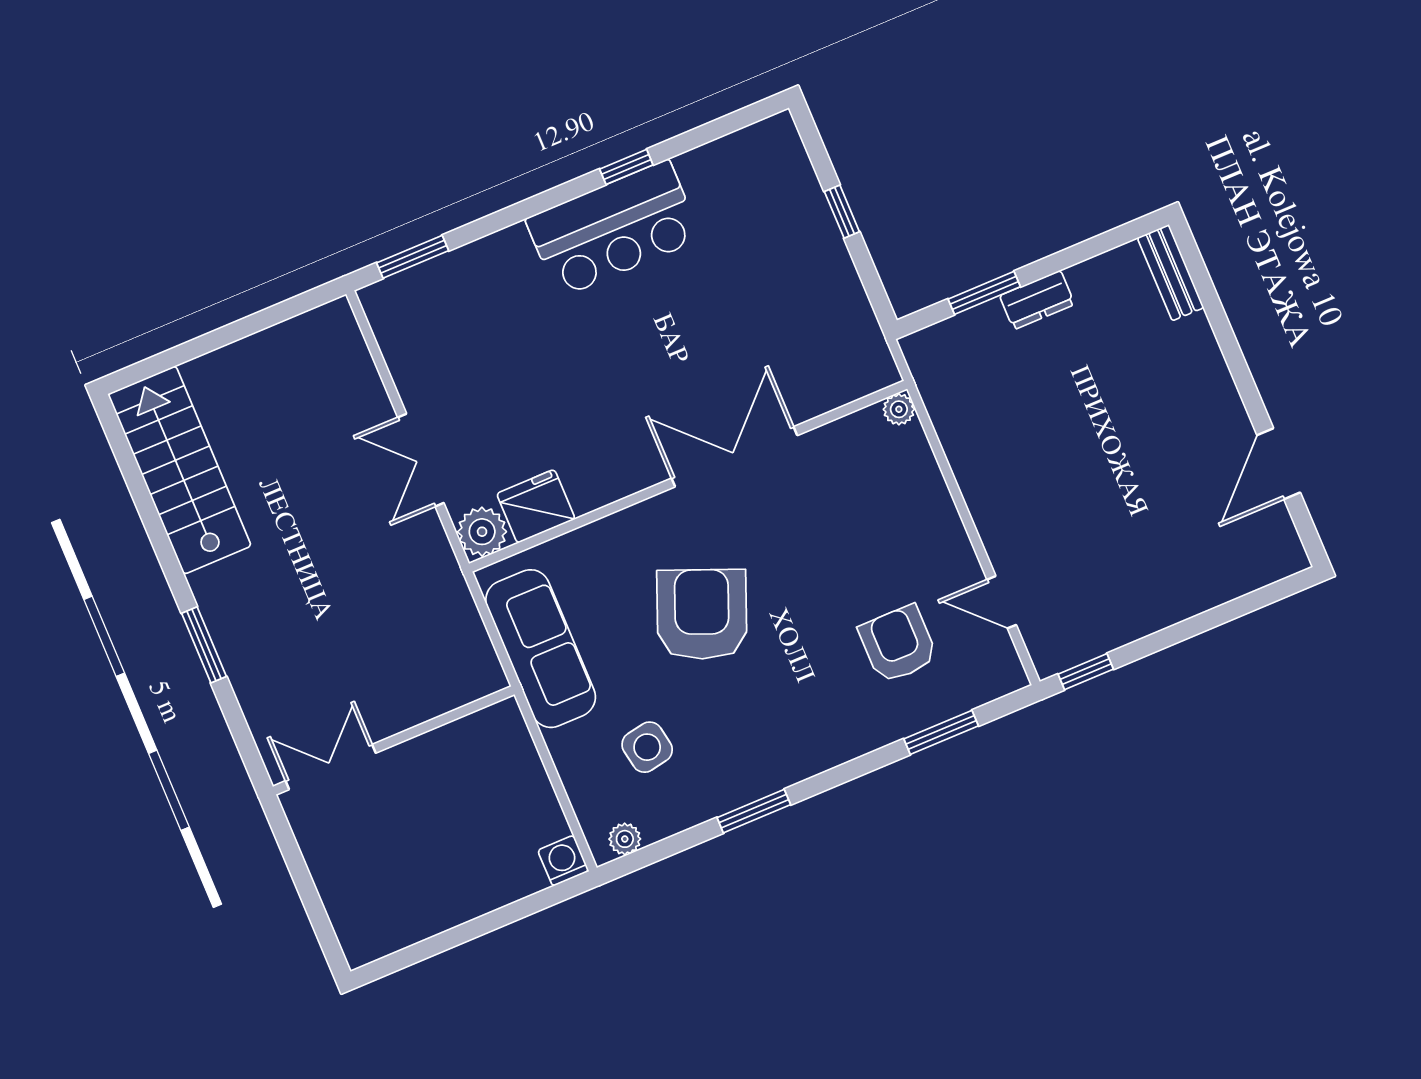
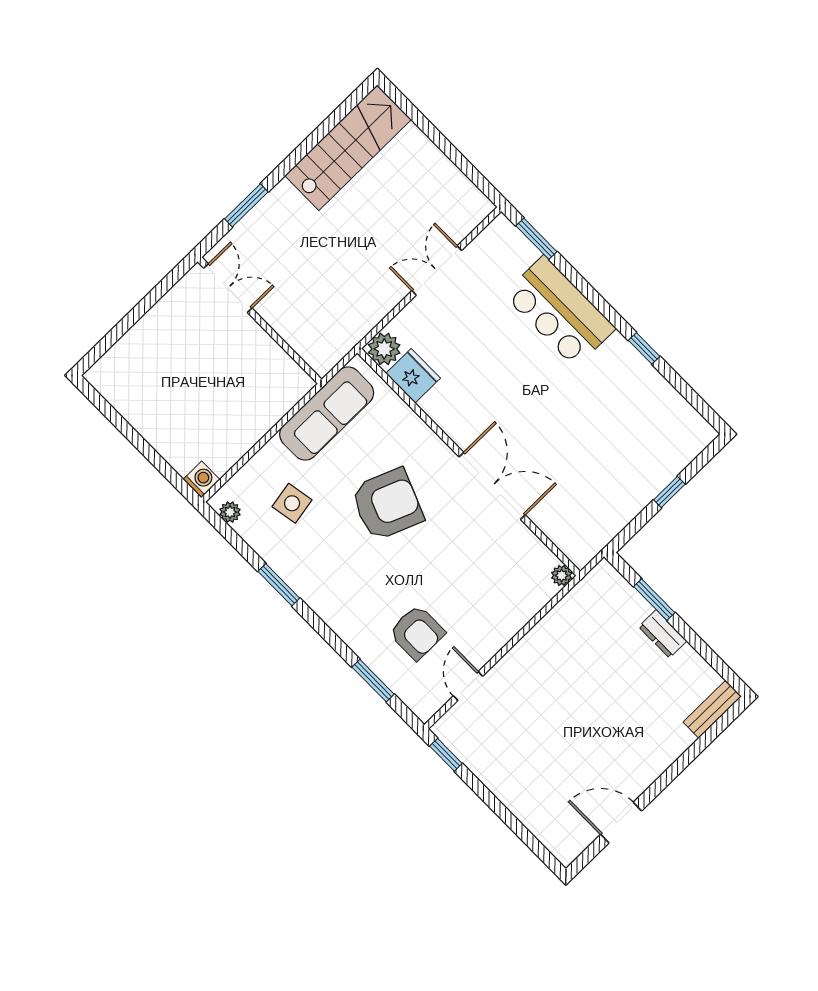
bar counter: (613, 229) -> (560, 312), moved
double door: (421, 460) -> (437, 271), moved
armchair: (898, 644) -> (417, 632), turned 90
wall: (394, 740) -> (260, 320), moved
double door: (331, 767) -> (228, 288), moved

